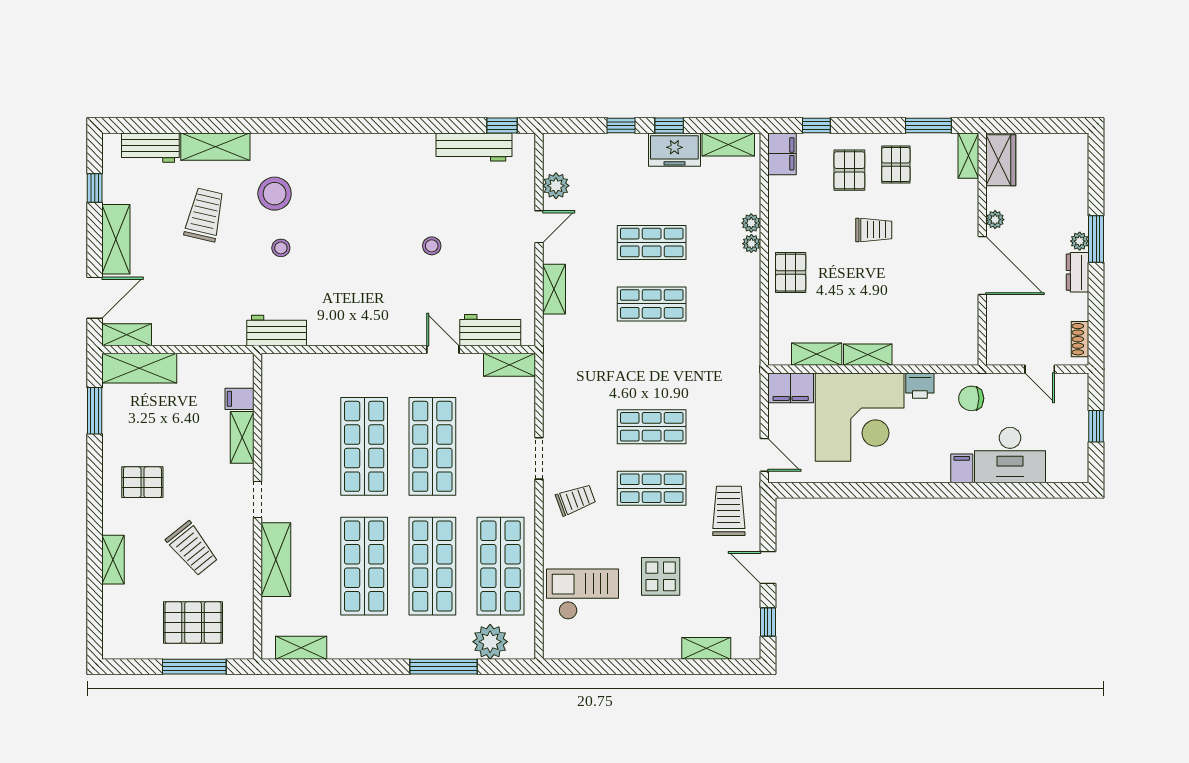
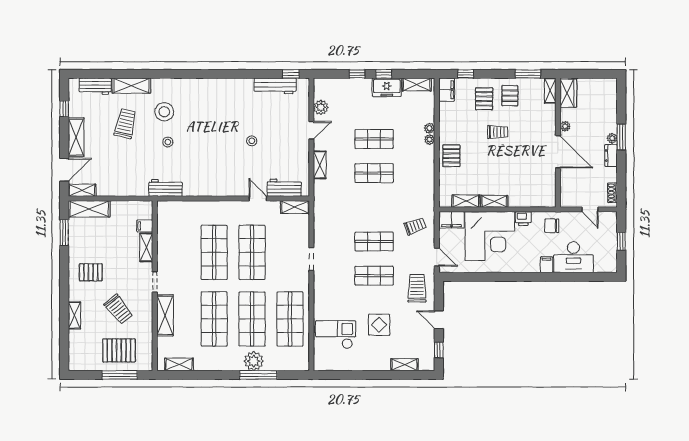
trolley: (576, 500) -> (415, 226), moved
plant: (490, 642) -> (254, 361), moved

